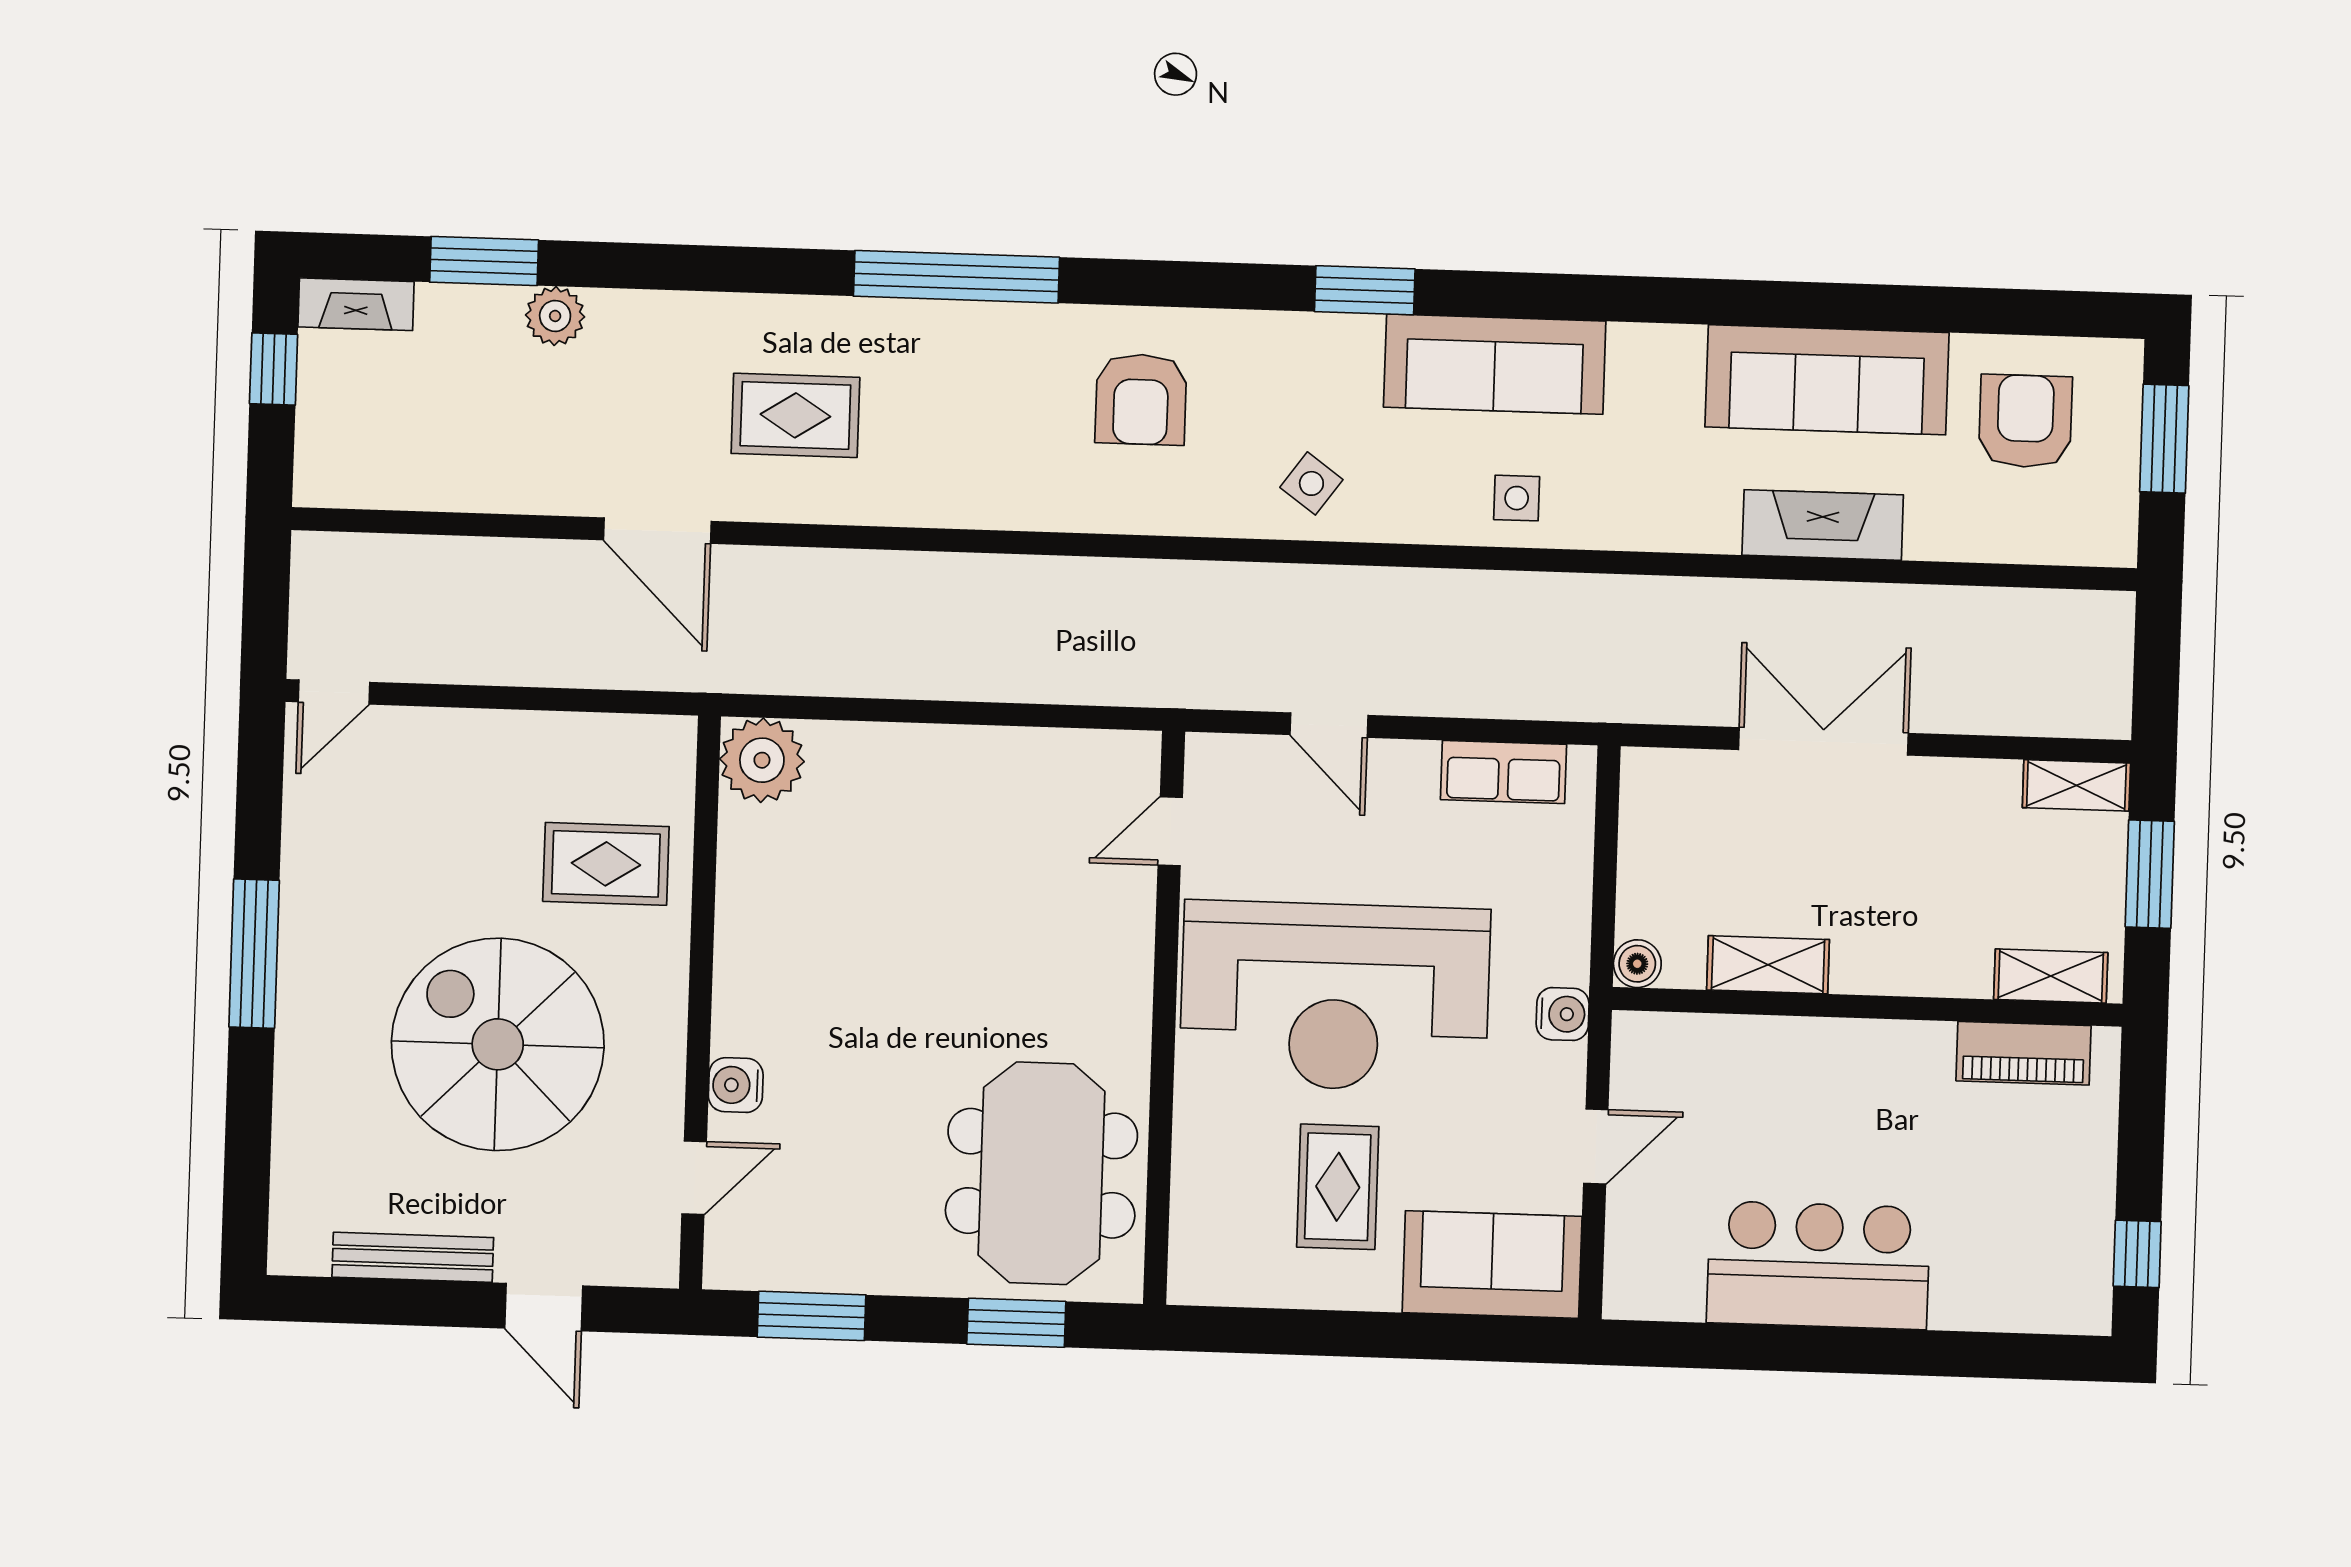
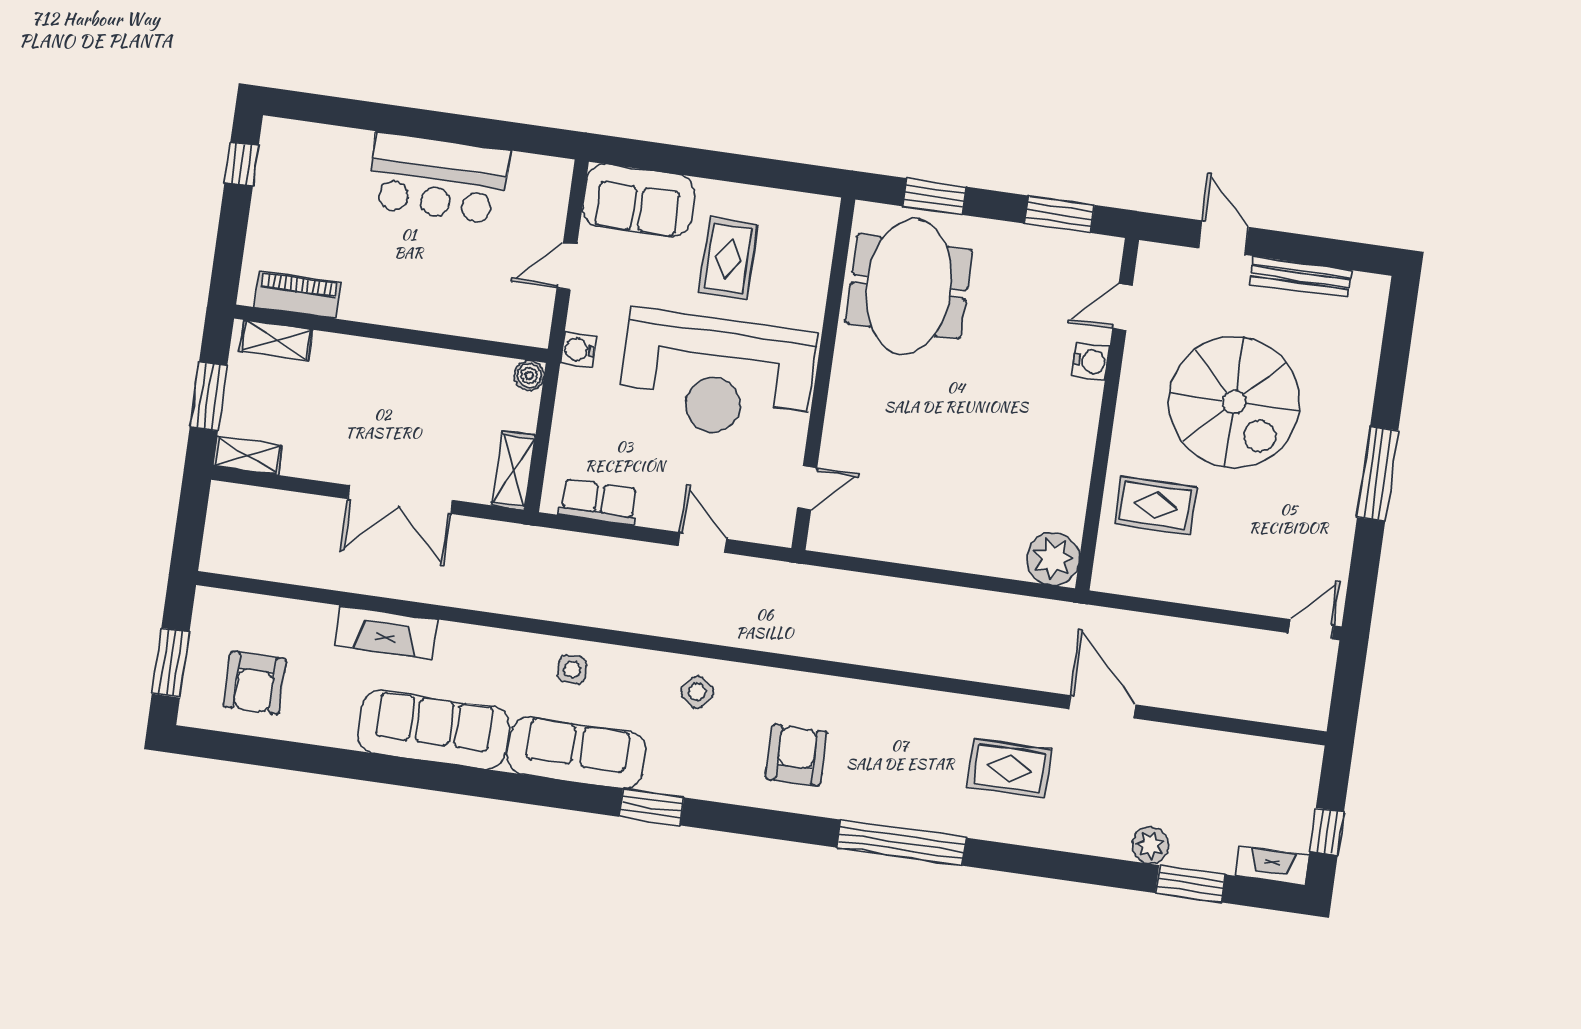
sofa: (1827, 380) -> (434, 730), moved
shelving: (1768, 965) -> (514, 471), moved, turned 90
reception desk: (1335, 996) -> (717, 376), turned 180

